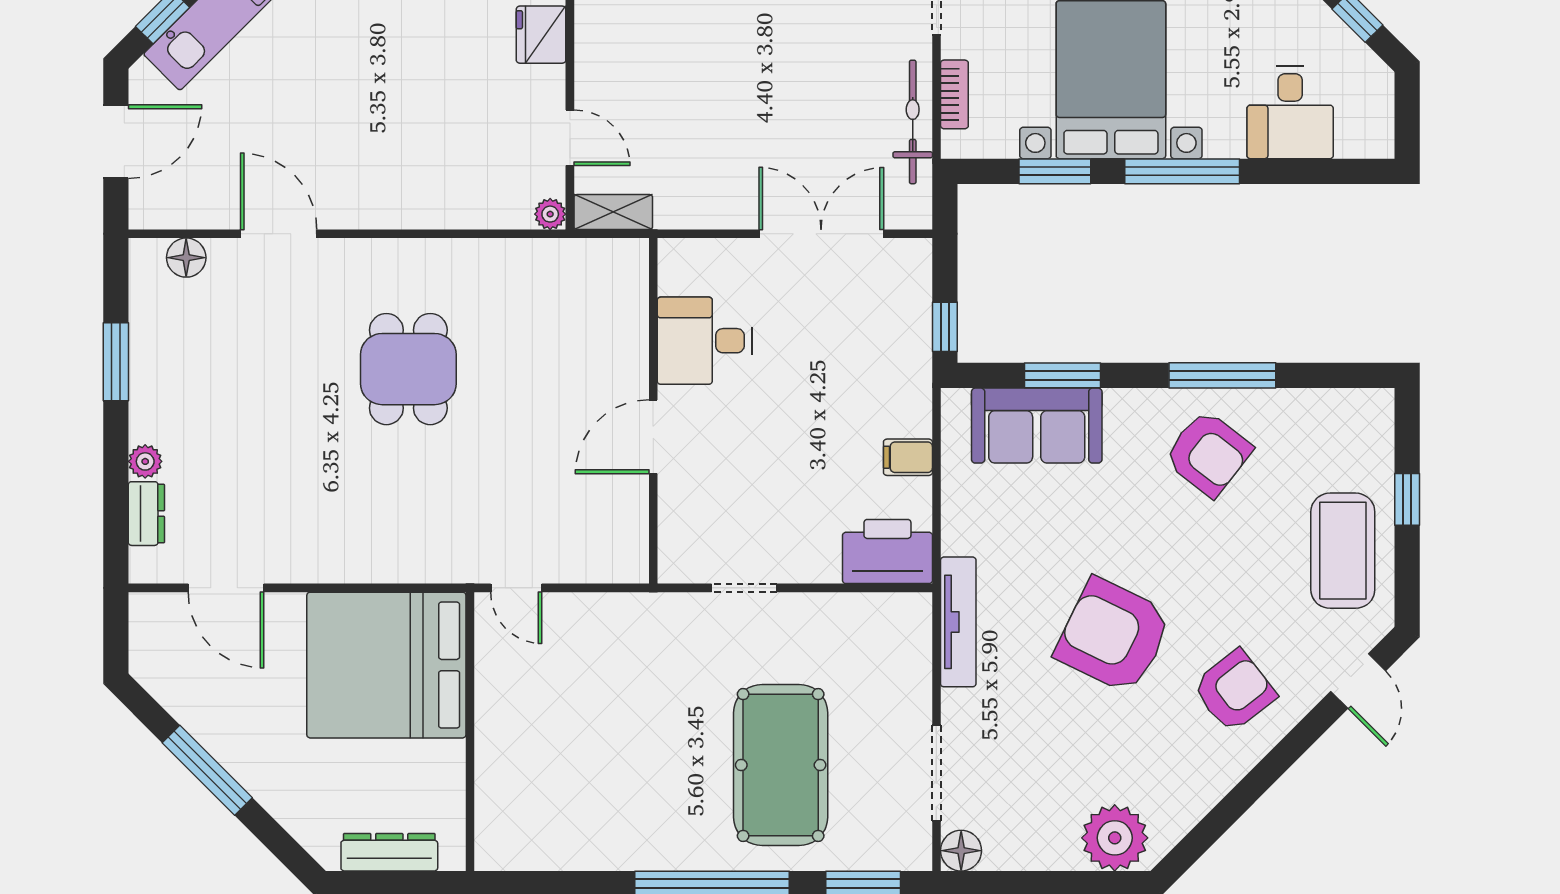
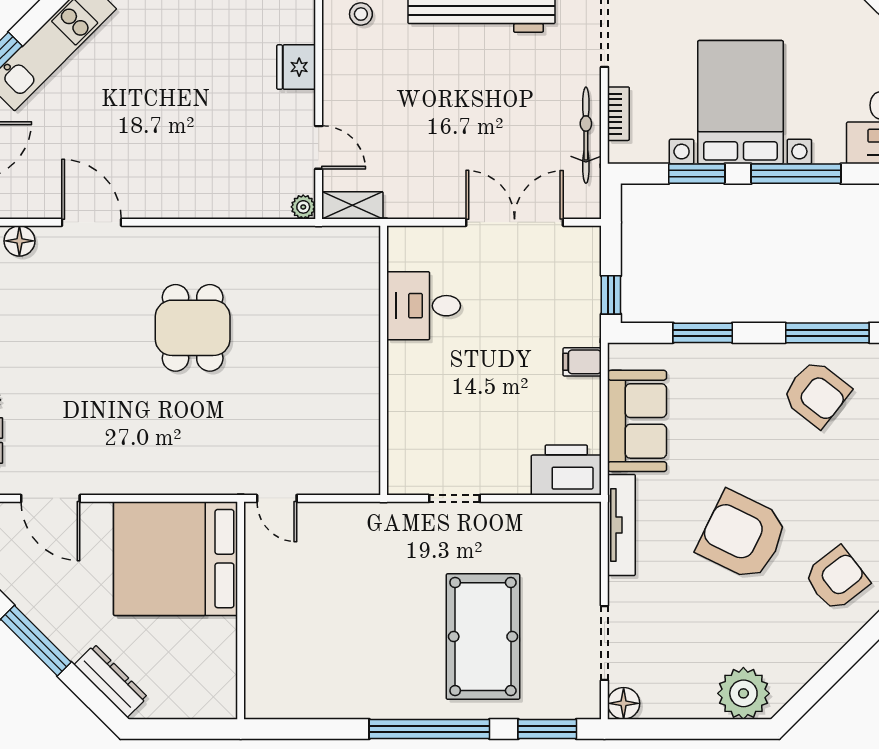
sofa: (1037, 426) -> (637, 421), moved, turned -90
door: (653, 437) -> (384, 381), removed
filing cabinet: (908, 457) -> (582, 362), moved
dresser: (389, 852) -> (111, 681), moved, turned 45

